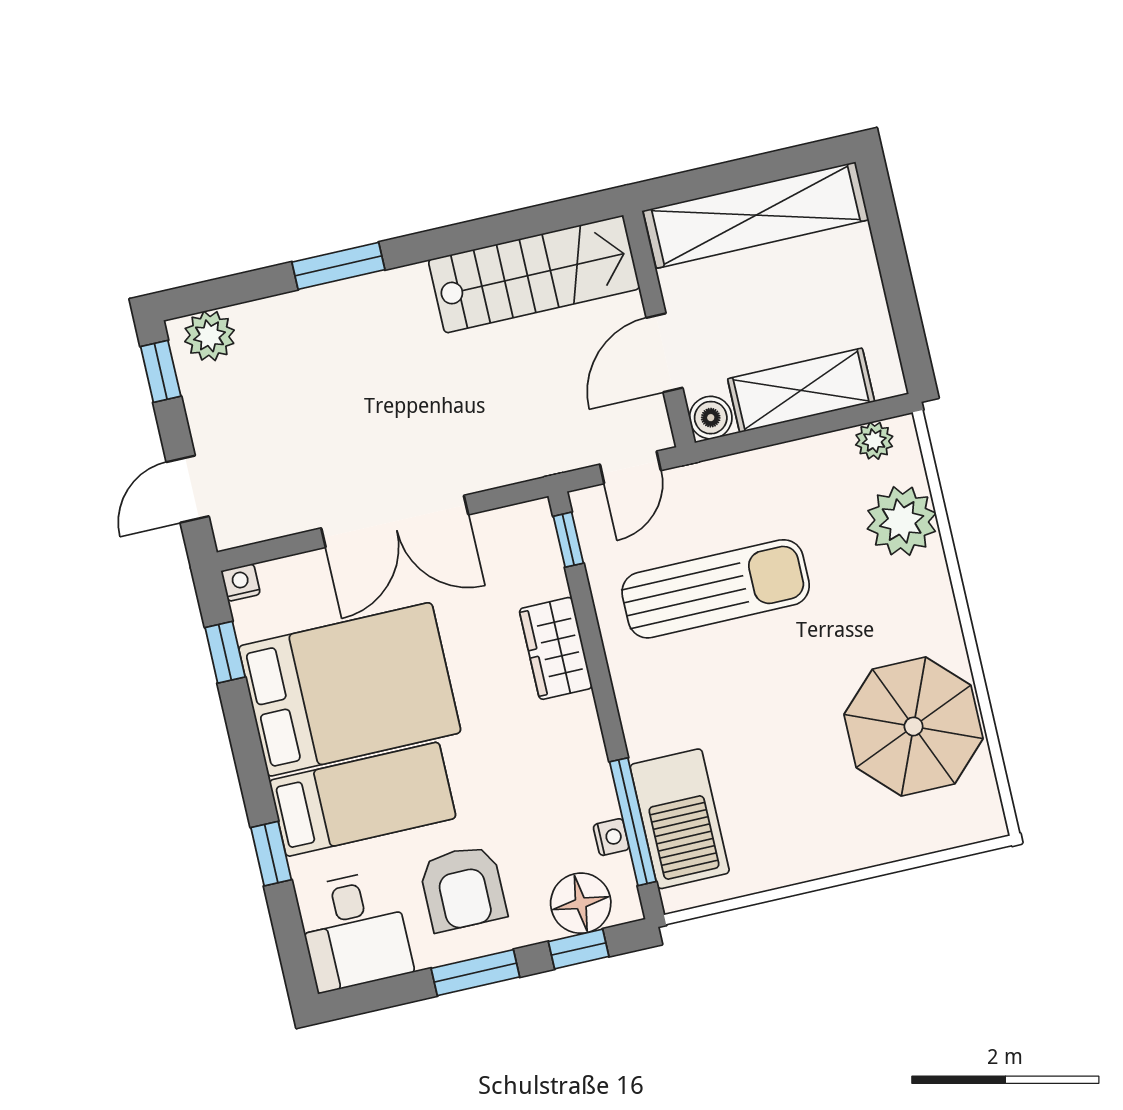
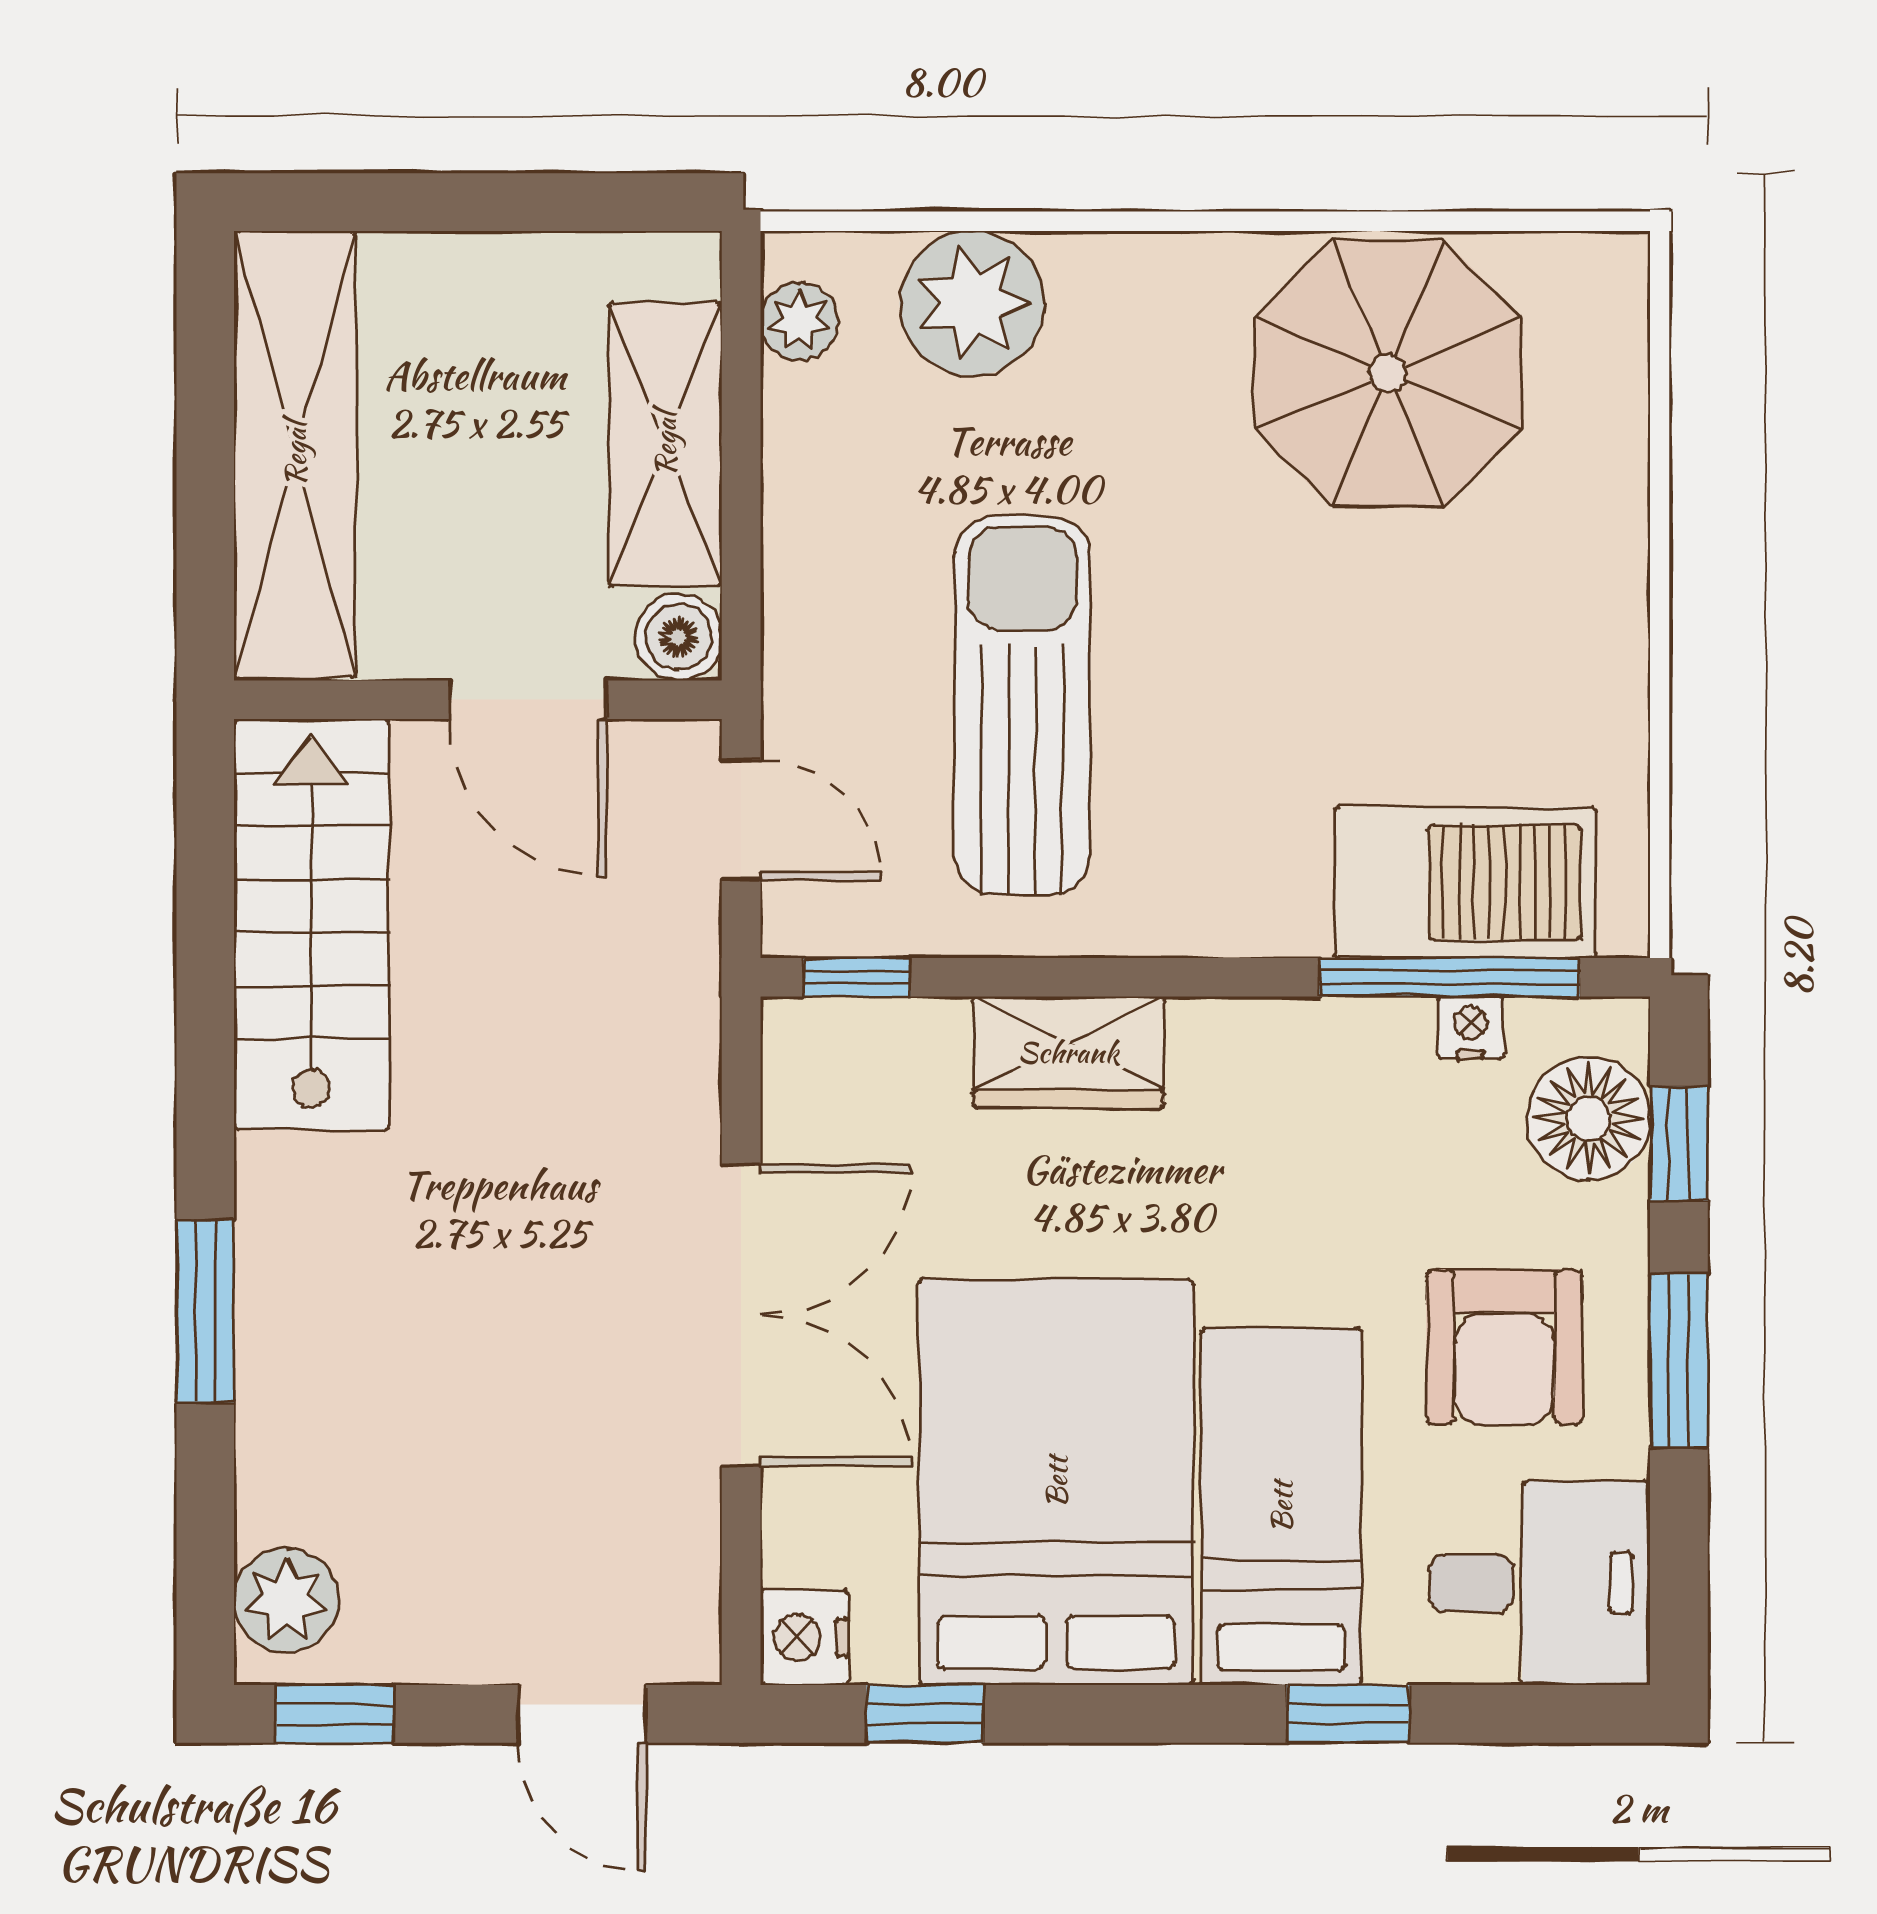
nightstand: (241, 583) -> (804, 1637), width x1.39, depth x1.35
armchair: (463, 888) -> (1504, 1347), turned 90

